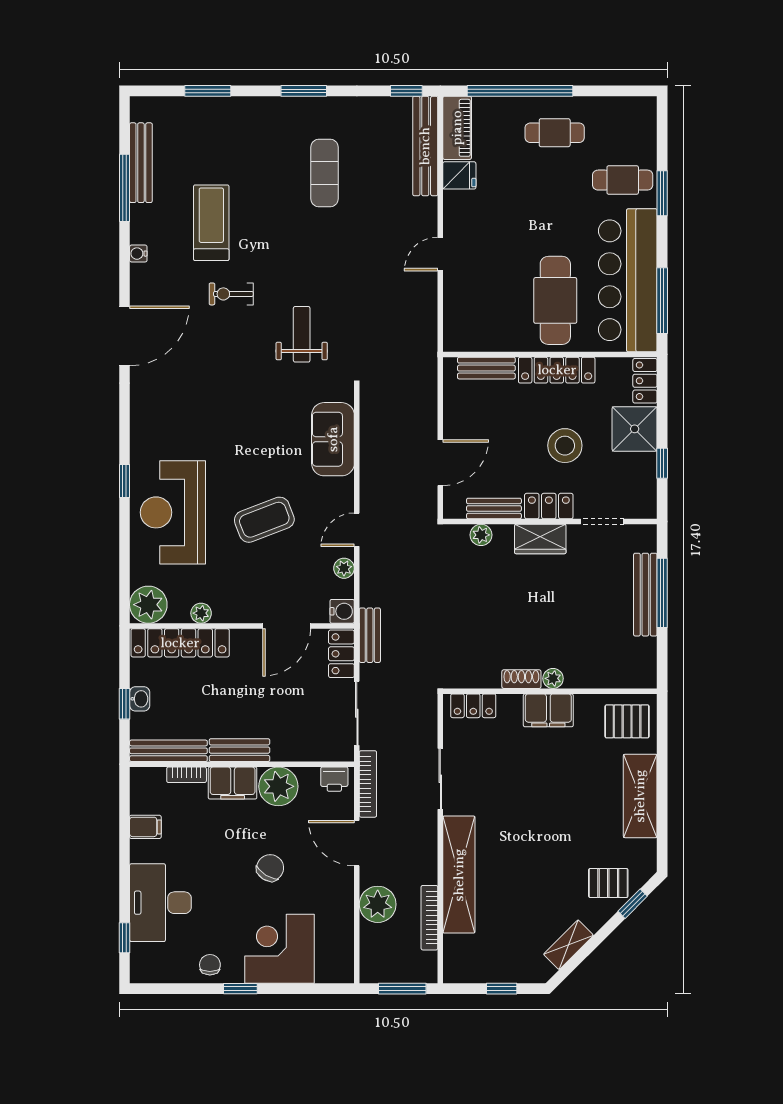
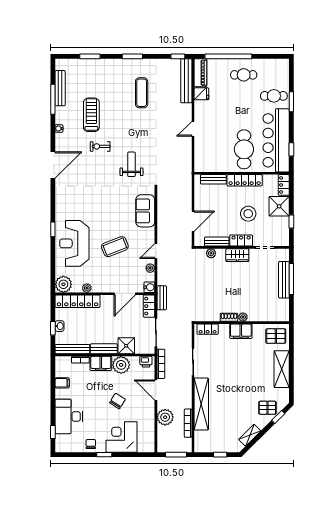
window: (662, 301) -> (291, 149), width x0.46
shower: (290, 743) -> (126, 346), added

